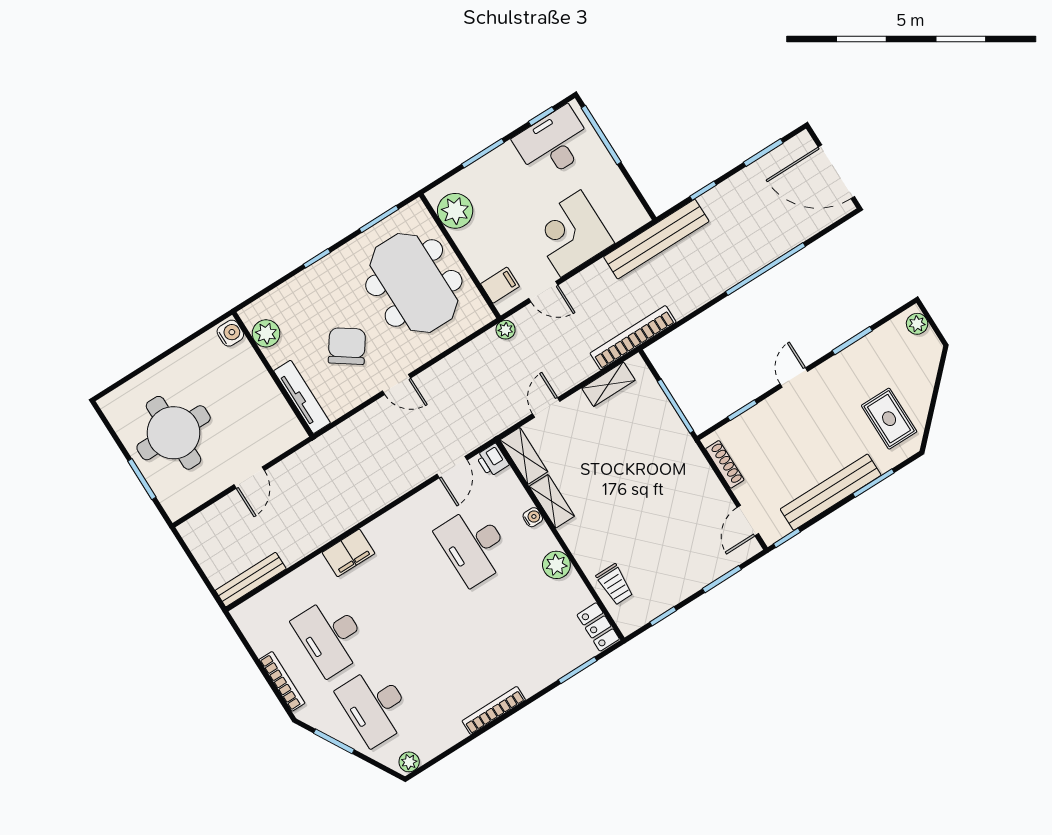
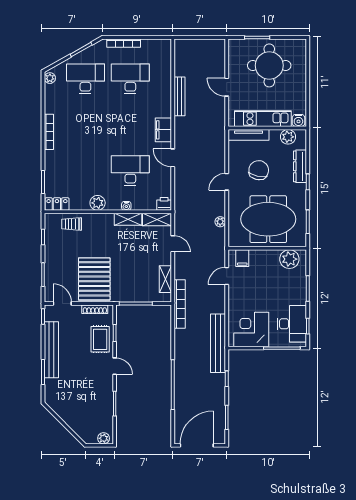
corner desk: (571, 234) -> (251, 329), moved, turned -90
dresser: (300, 286) -> (300, 166), added
plant: (506, 330) -> (220, 222), moved
chair: (347, 346) -> (259, 170), turned -112
kitchen unit: (263, 390) -> (263, 119), added
rug: (889, 419) -> (100, 339), moved, turned 90
door: (452, 467) -> (173, 158), moved
pallet: (678, 495) -> (94, 279), added
filing cabinet: (349, 553) -> (163, 130), moved
bench: (251, 580) -> (180, 96), moved

